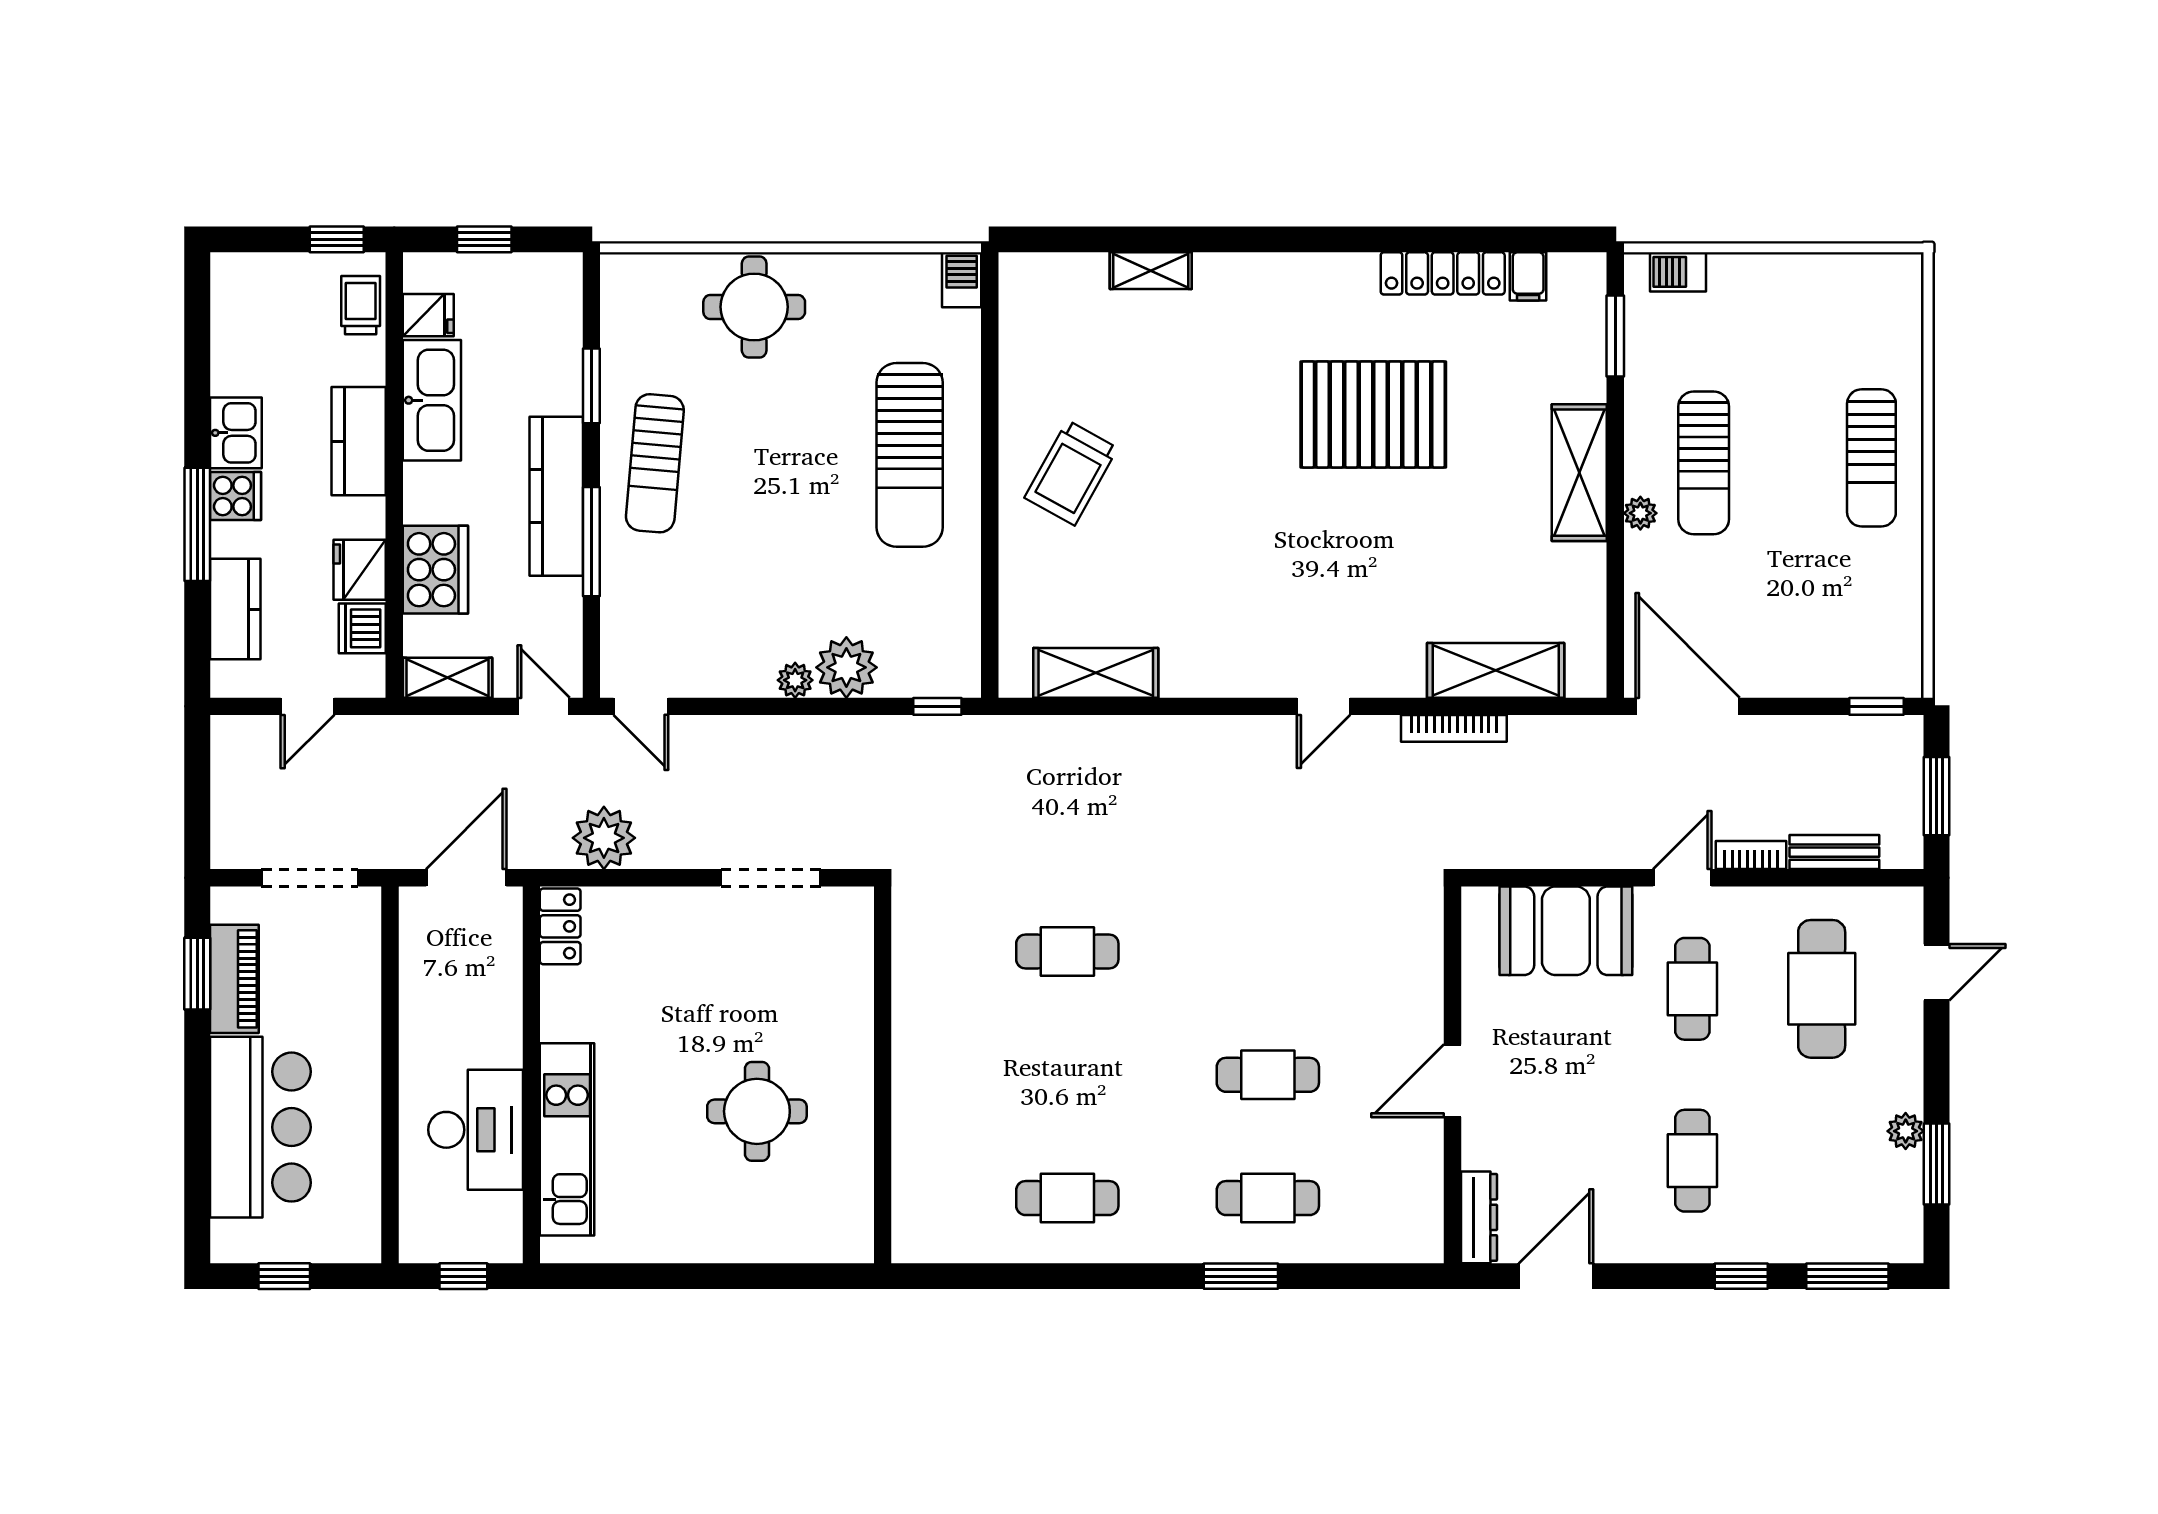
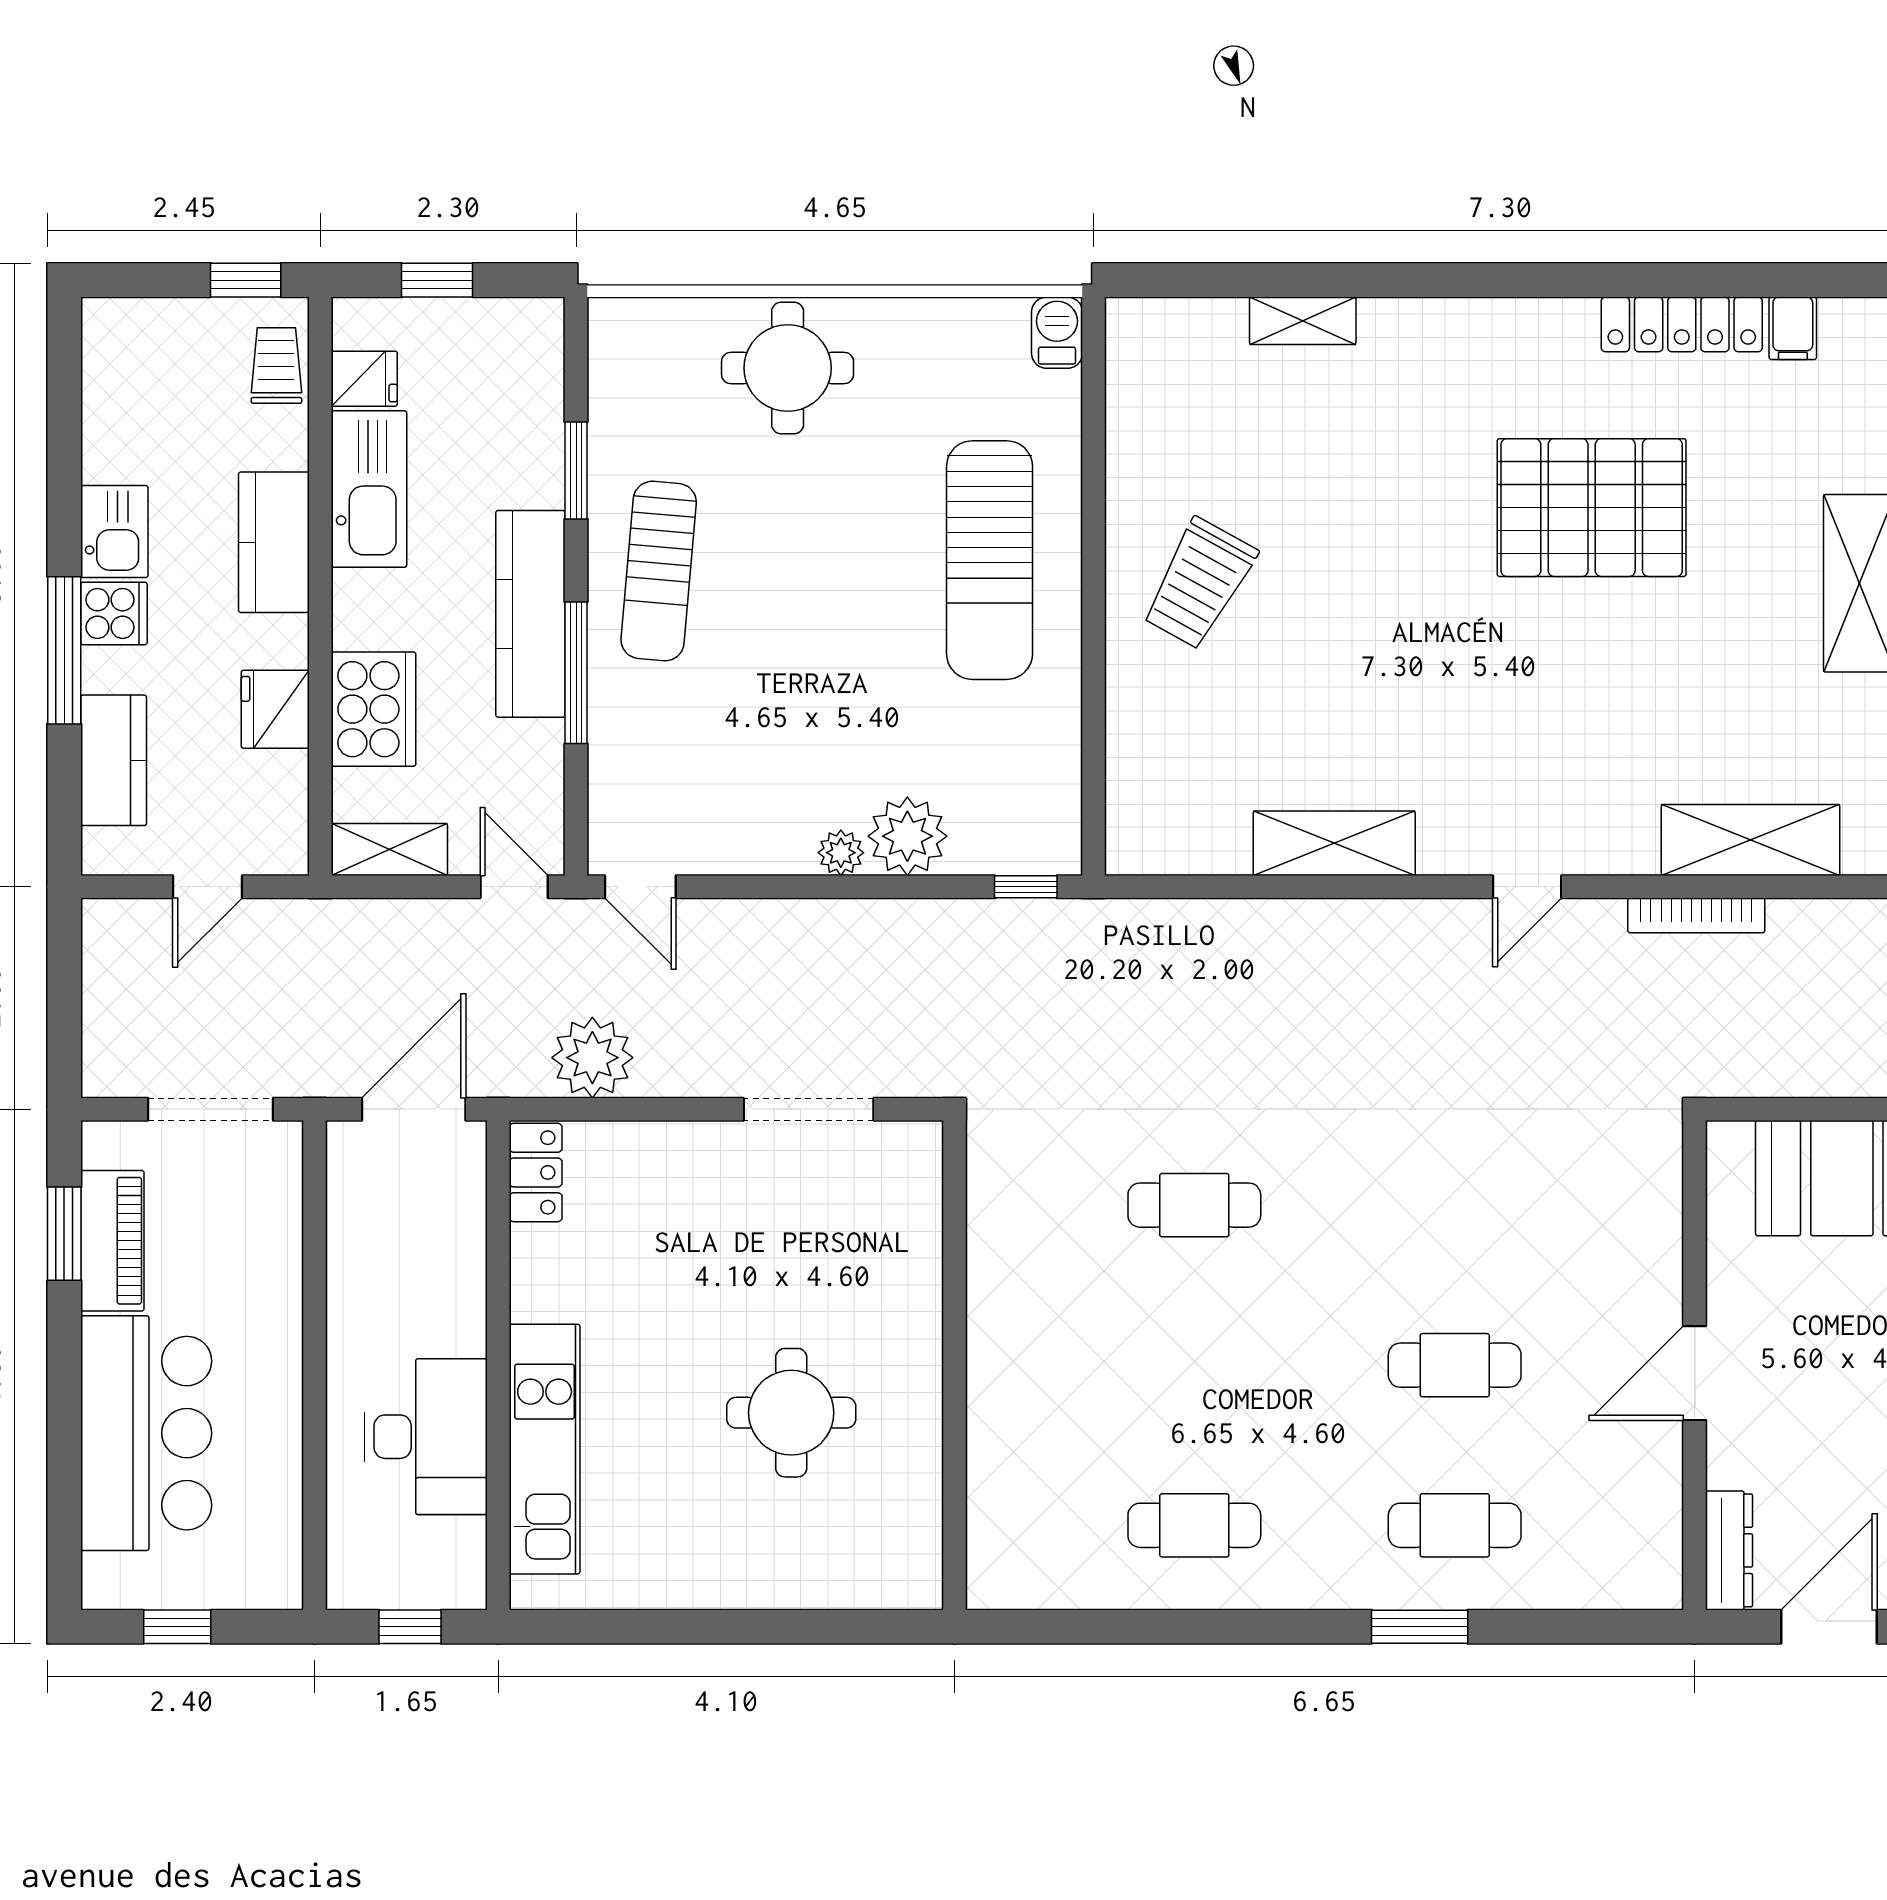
dishwasher: (362, 628) -> (279, 785), removed
shelving: (1096, 673) -> (1334, 843), moved

